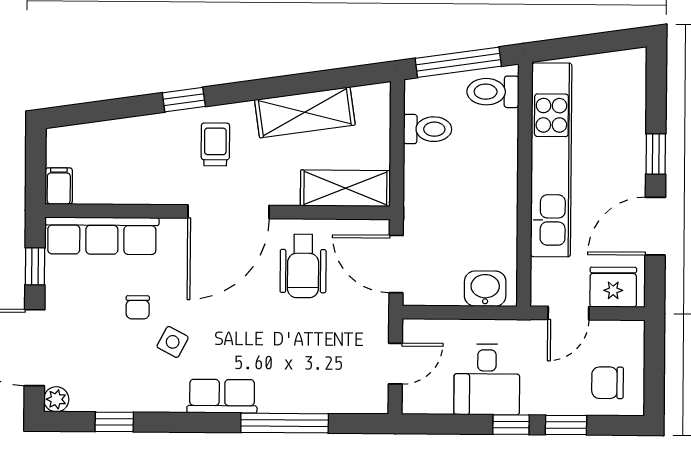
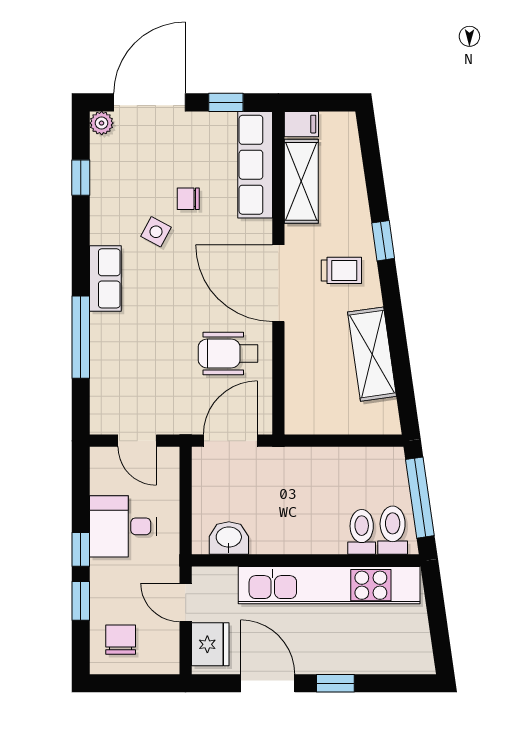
toilet: (428, 129) -> (362, 532), moved, turned 180
shelving: (345, 188) -> (301, 181), moved
washbasin: (485, 289) -> (229, 538), moved, turned -90

